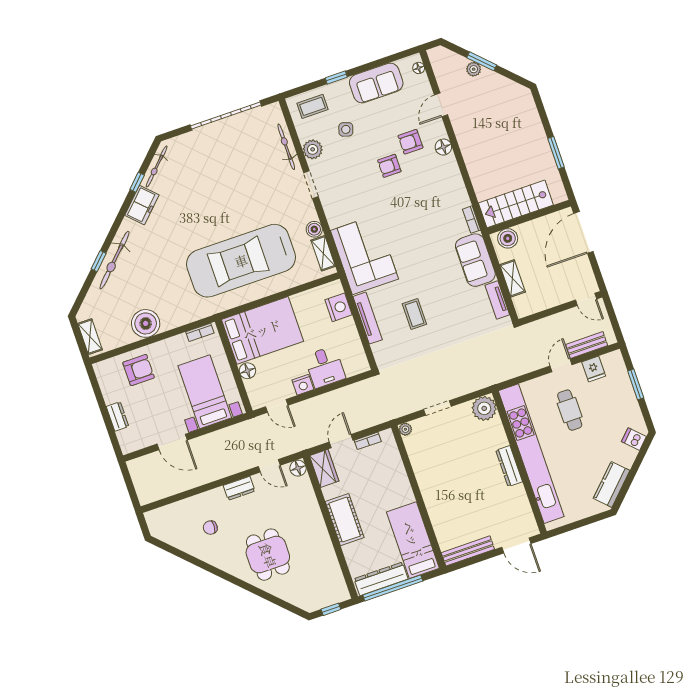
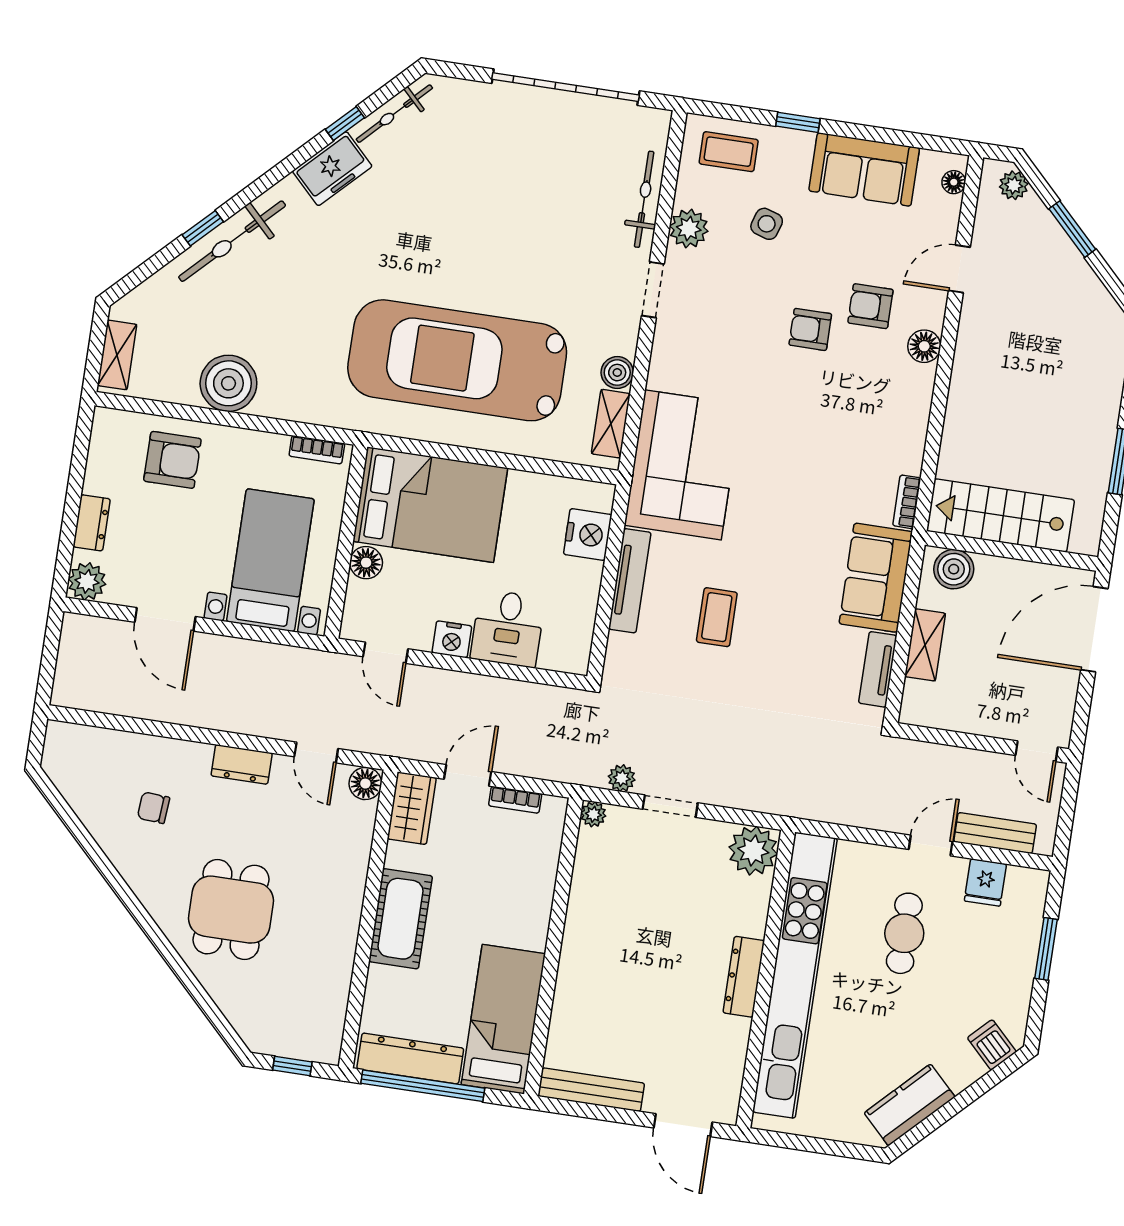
plant: (474, 69) -> (1014, 185), moved
plant: (410, 407) -> (622, 778), added
plant: (129, 443) -> (87, 581), added

